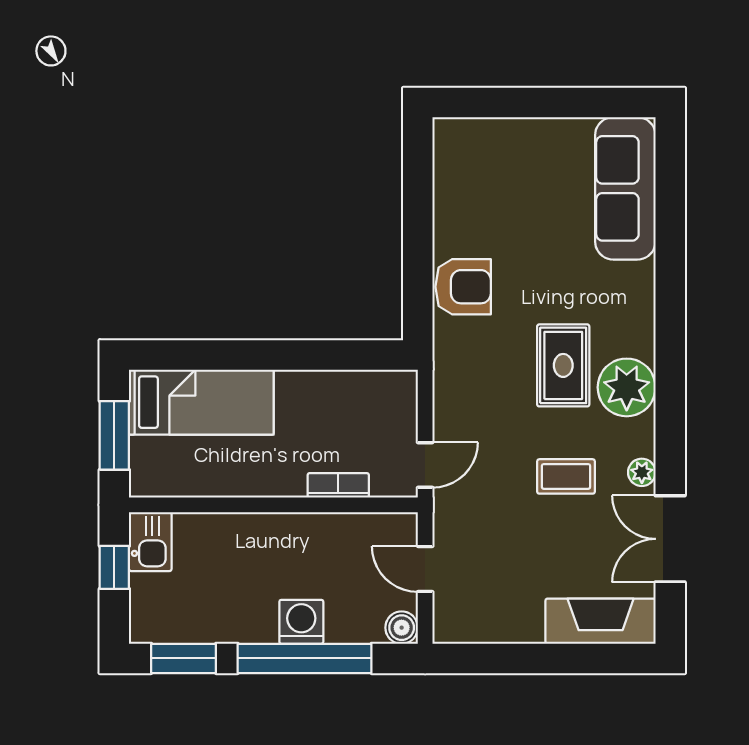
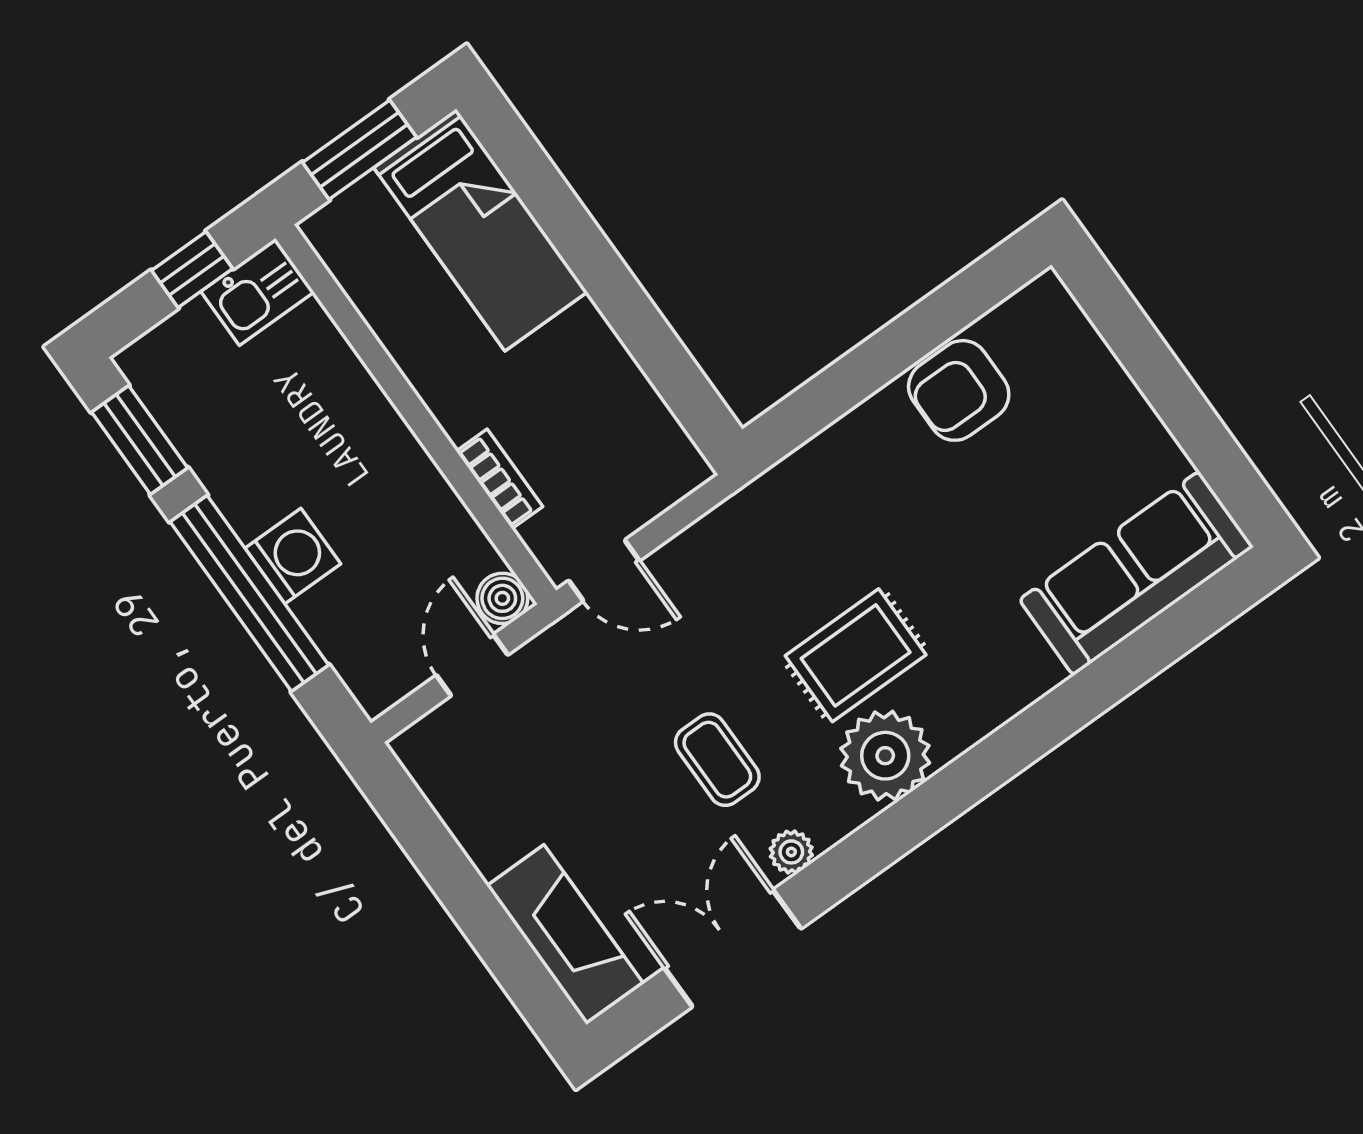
armchair: (463, 287) -> (959, 390), moved, turned 90
boiler: (402, 628) -> (502, 598), moved

